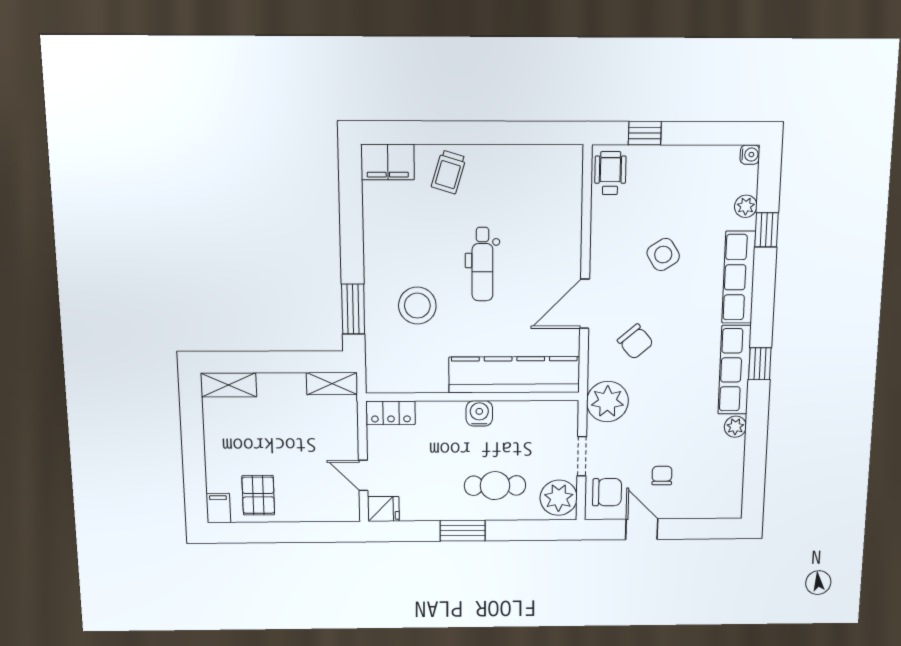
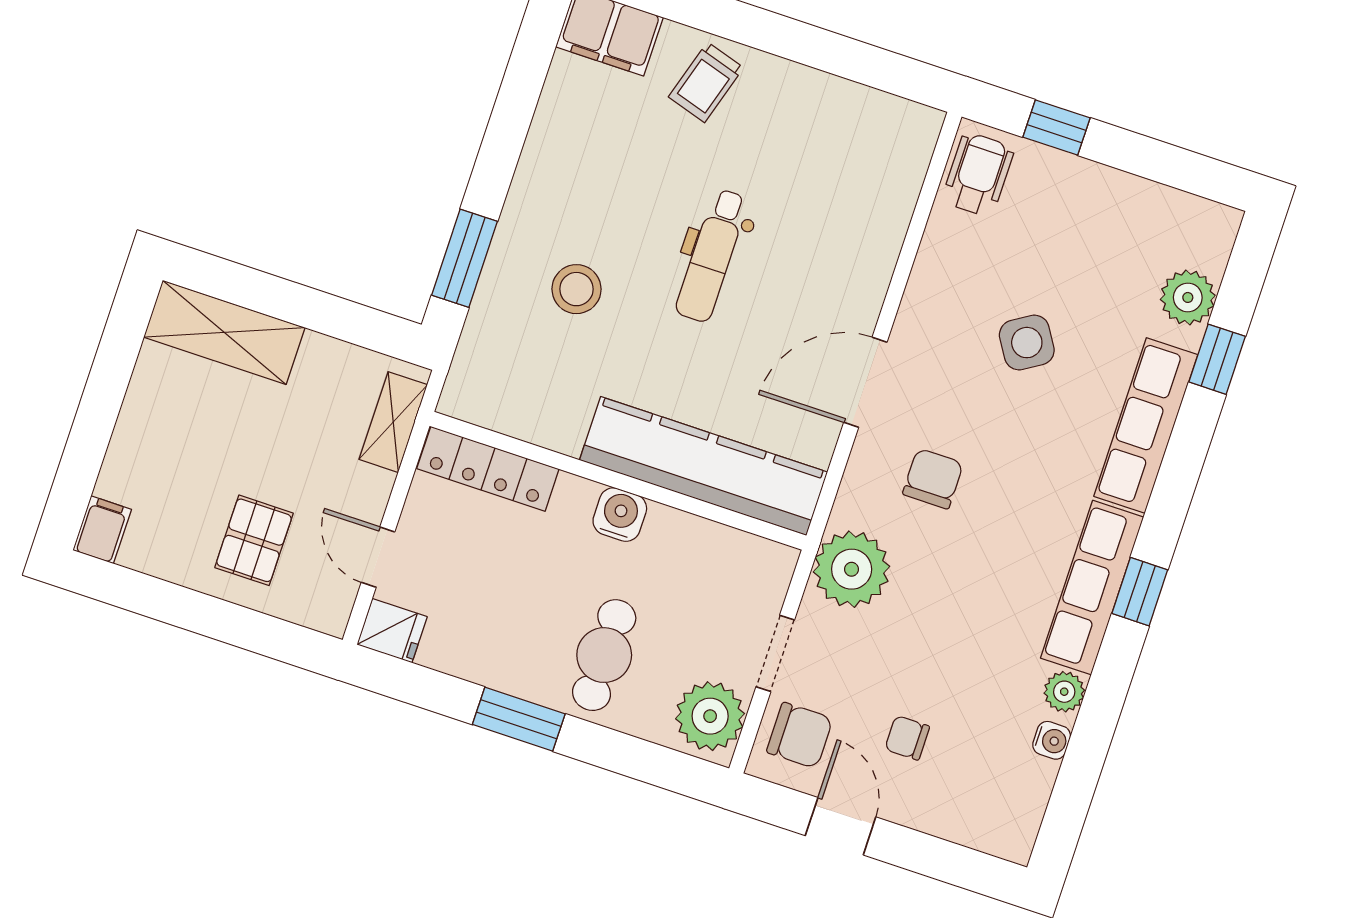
water cooler: (750, 155) -> (1052, 740), moved
plant: (746, 206) -> (1188, 297), width x1.38, depth x1.38
stool: (417, 306) -> (576, 289), width x0.73, depth x0.73
chair: (635, 342) -> (933, 479), turned -140
shelving: (332, 384) -> (393, 422), moved, turned 90
shelving: (229, 385) -> (224, 332), width x1.50, depth x1.33
locker: (391, 413) -> (488, 469), width x1.53
chair: (662, 476) -> (907, 738), turned -90
cafe table: (495, 486) -> (604, 655), turned 90
pallet: (258, 495) -> (254, 540), moved

